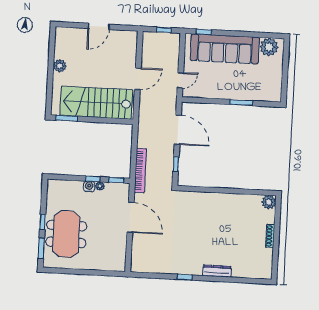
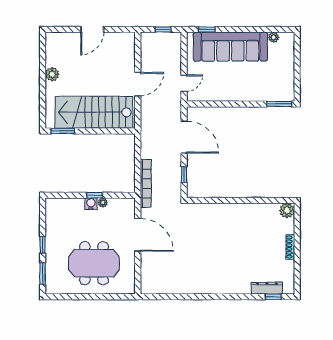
plant: (269, 47) -> (274, 37), width x0.53, depth x0.53
window: (241, 103) -> (279, 104), moved
window: (116, 180) -> (120, 195), removed
meeting table: (66, 234) -> (94, 263), moved, turned 90
dresser: (217, 271) -> (267, 288), moved
window: (185, 277) -> (273, 297), moved

